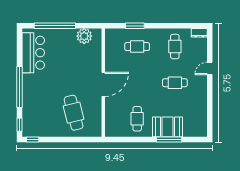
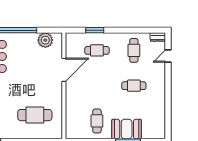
door: (210, 68) -> (168, 56), moved
door: (103, 84) -> (64, 70), moved
cafe table: (74, 113) -> (35, 115), turned -76

